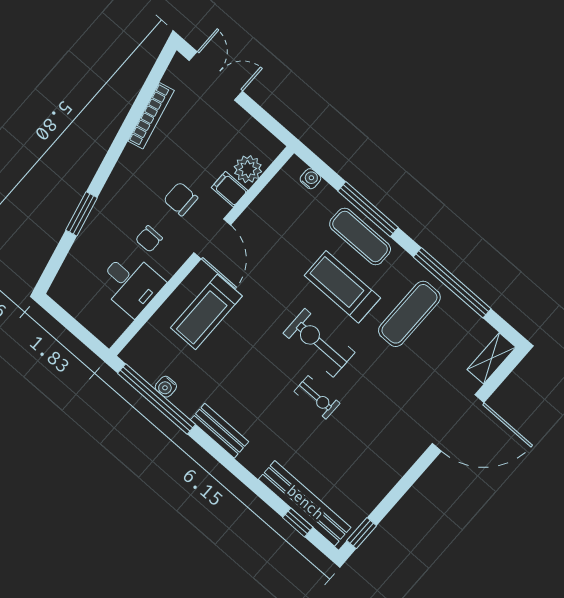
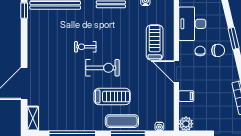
plant: (248, 169) -> (186, 124), moved
chair: (181, 199) -> (218, 50), moved
desk: (131, 284) -> (192, 24), width x1.37
exercise mat: (409, 314) -> (78, 108), removed

